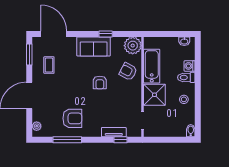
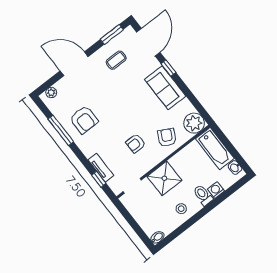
window: (106, 34) -> (168, 68), moved
bathtub: (152, 66) -> (215, 149), moved, turned 90
armchair: (100, 82) -> (136, 143), moved

